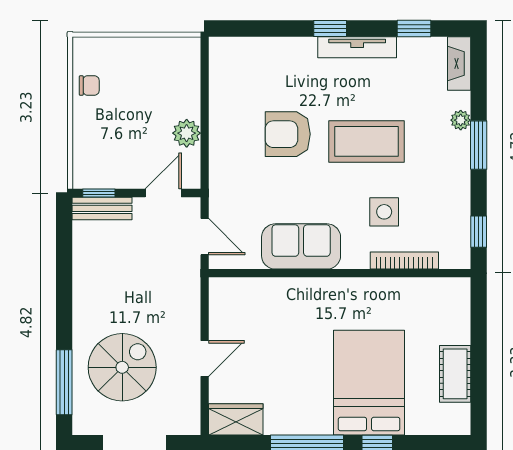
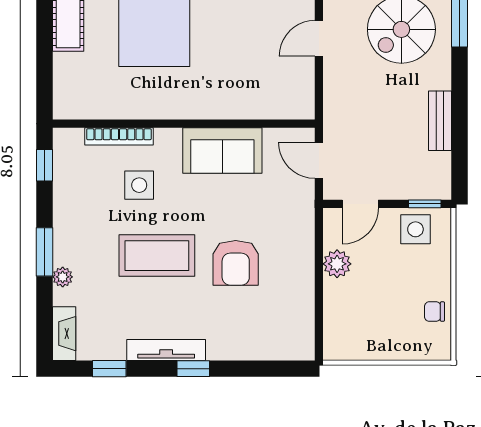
armchair: (288, 134) -> (236, 263), turned 90
side table: (108, 168) -> (415, 229), added
bench: (102, 208) -> (440, 121), moved, turned 90

